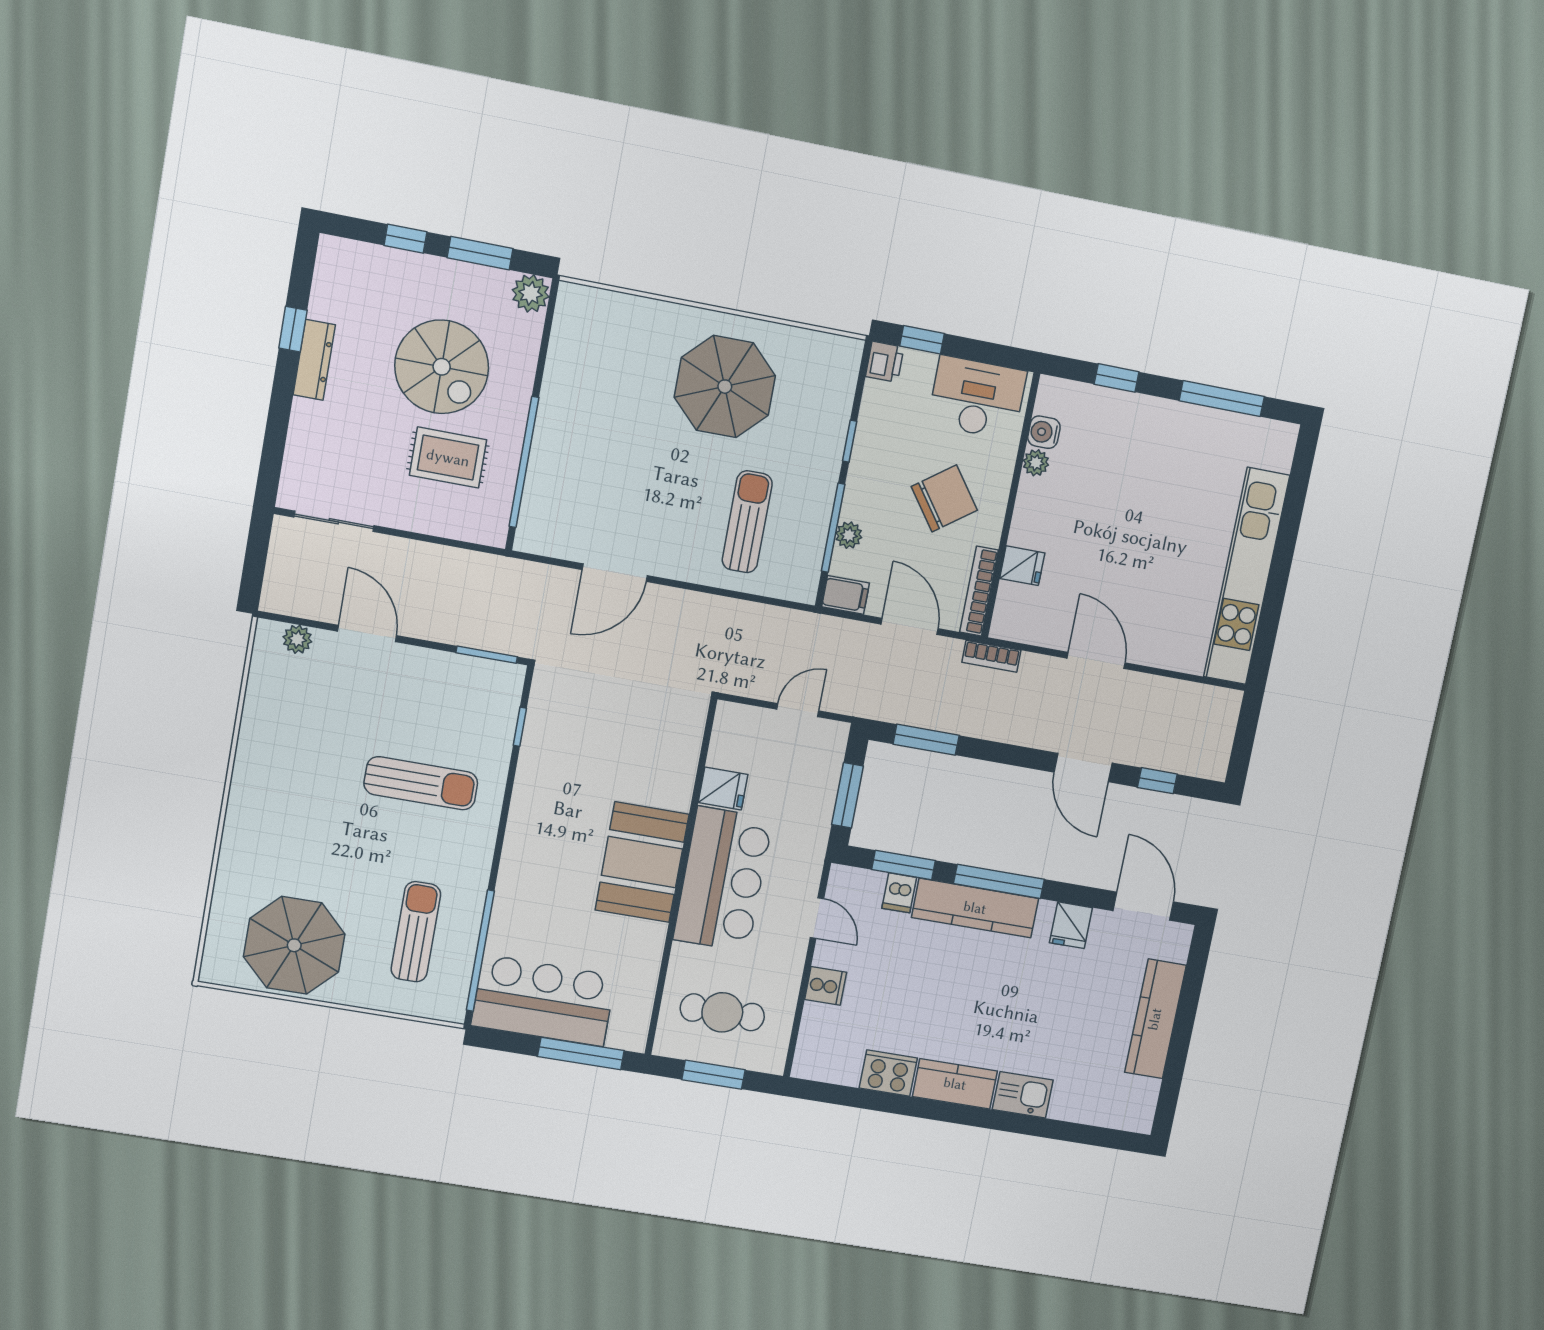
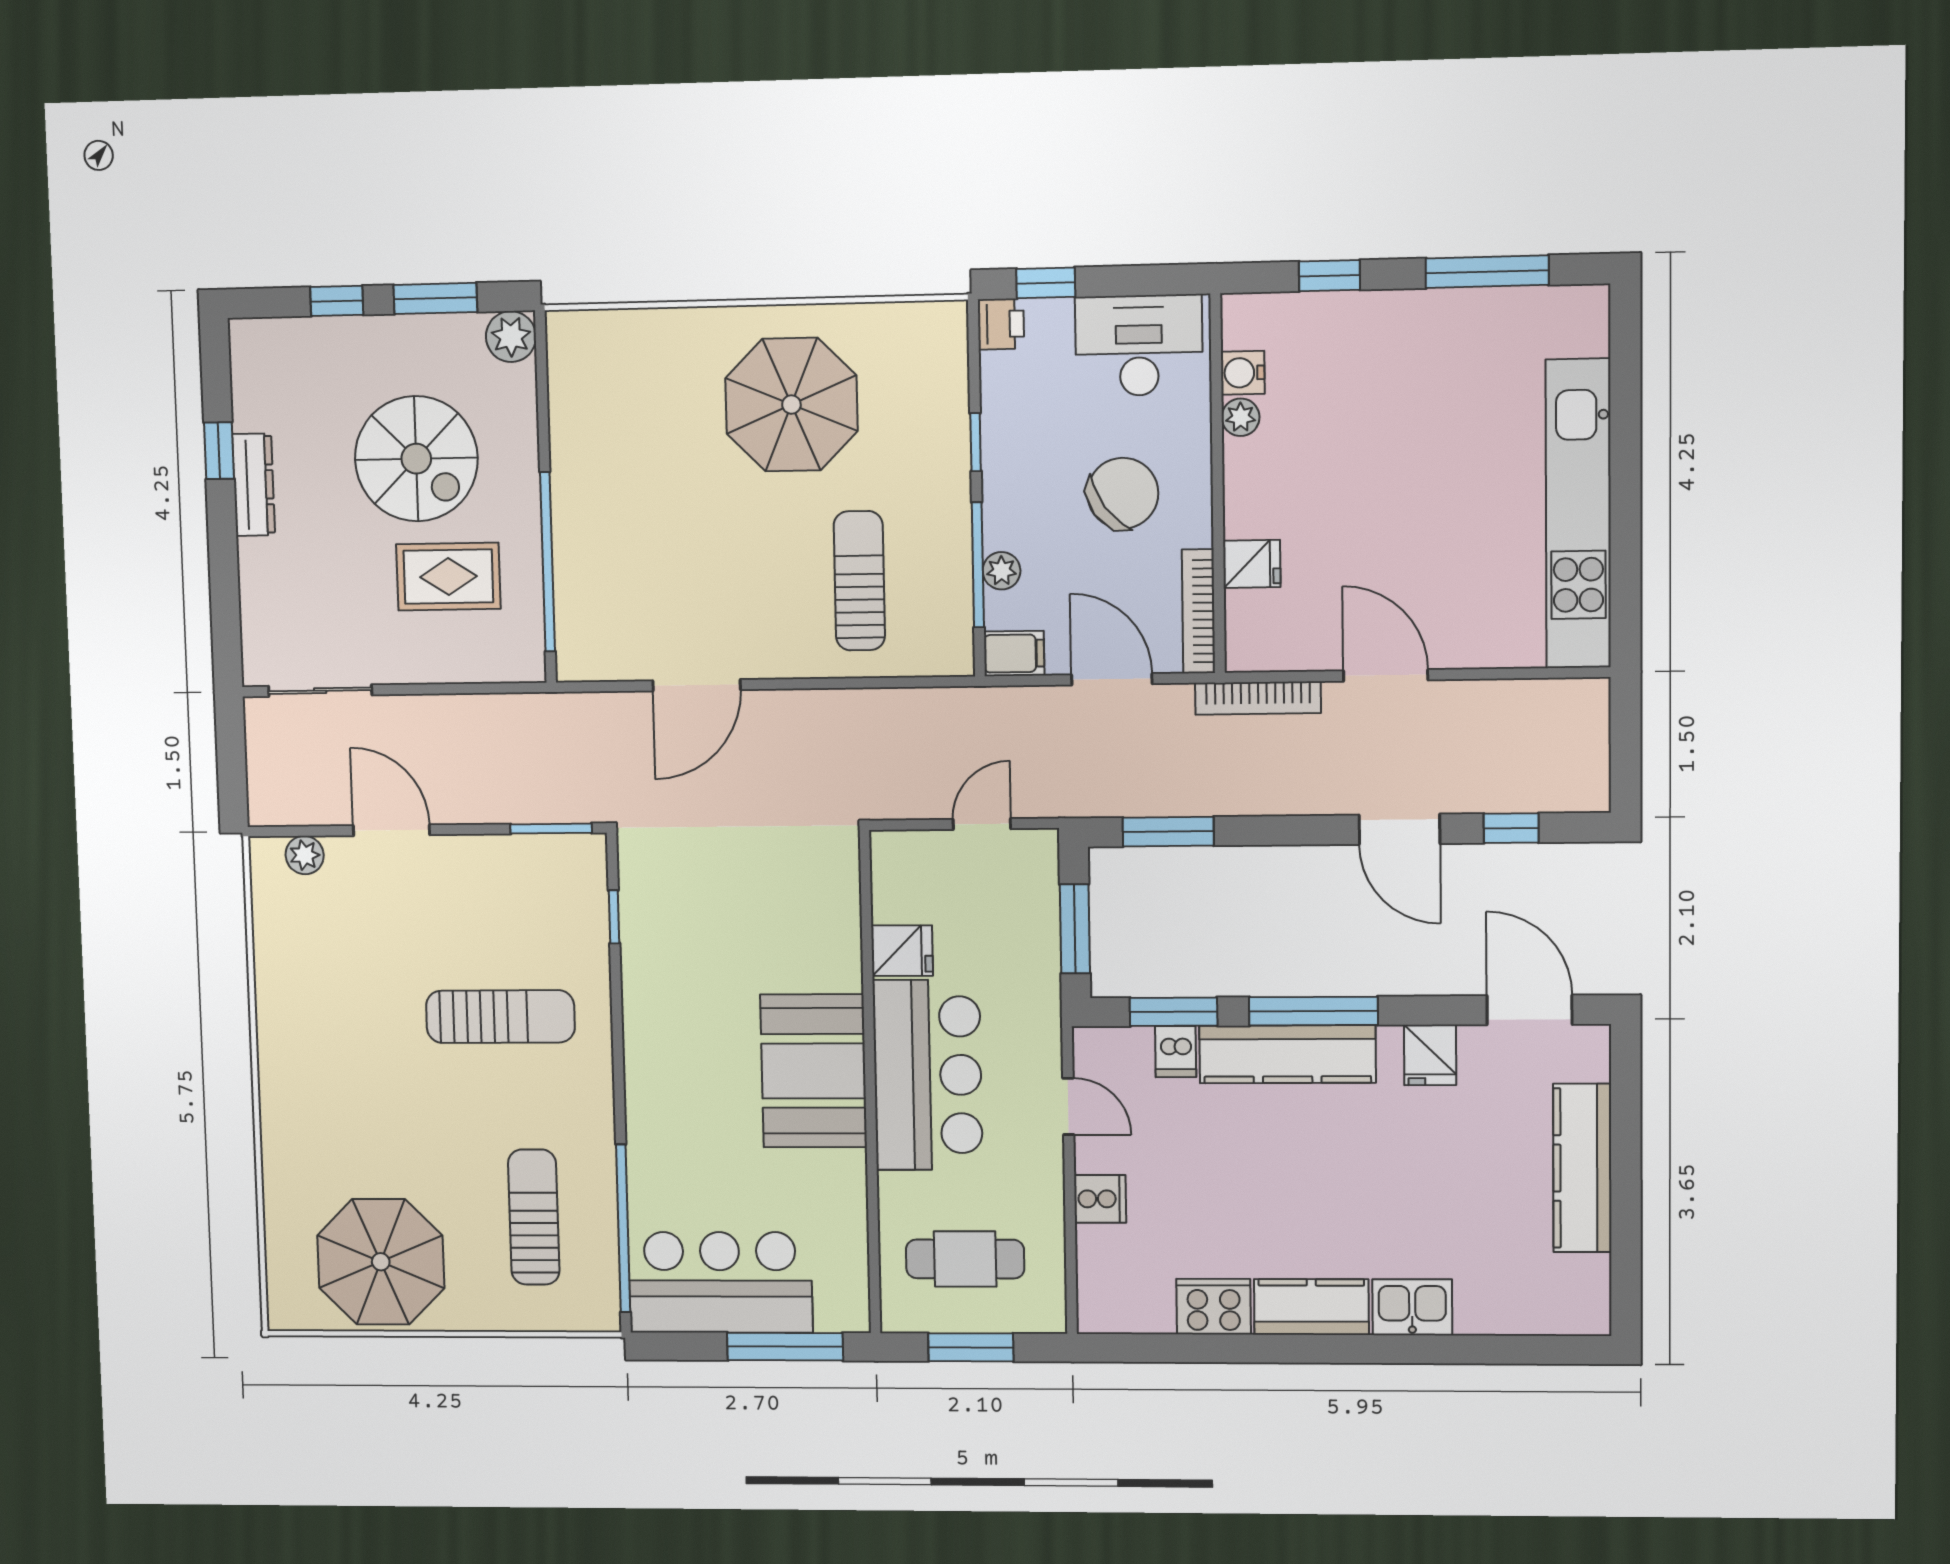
bookcase: (991, 656) -> (1258, 698), width x1.56

